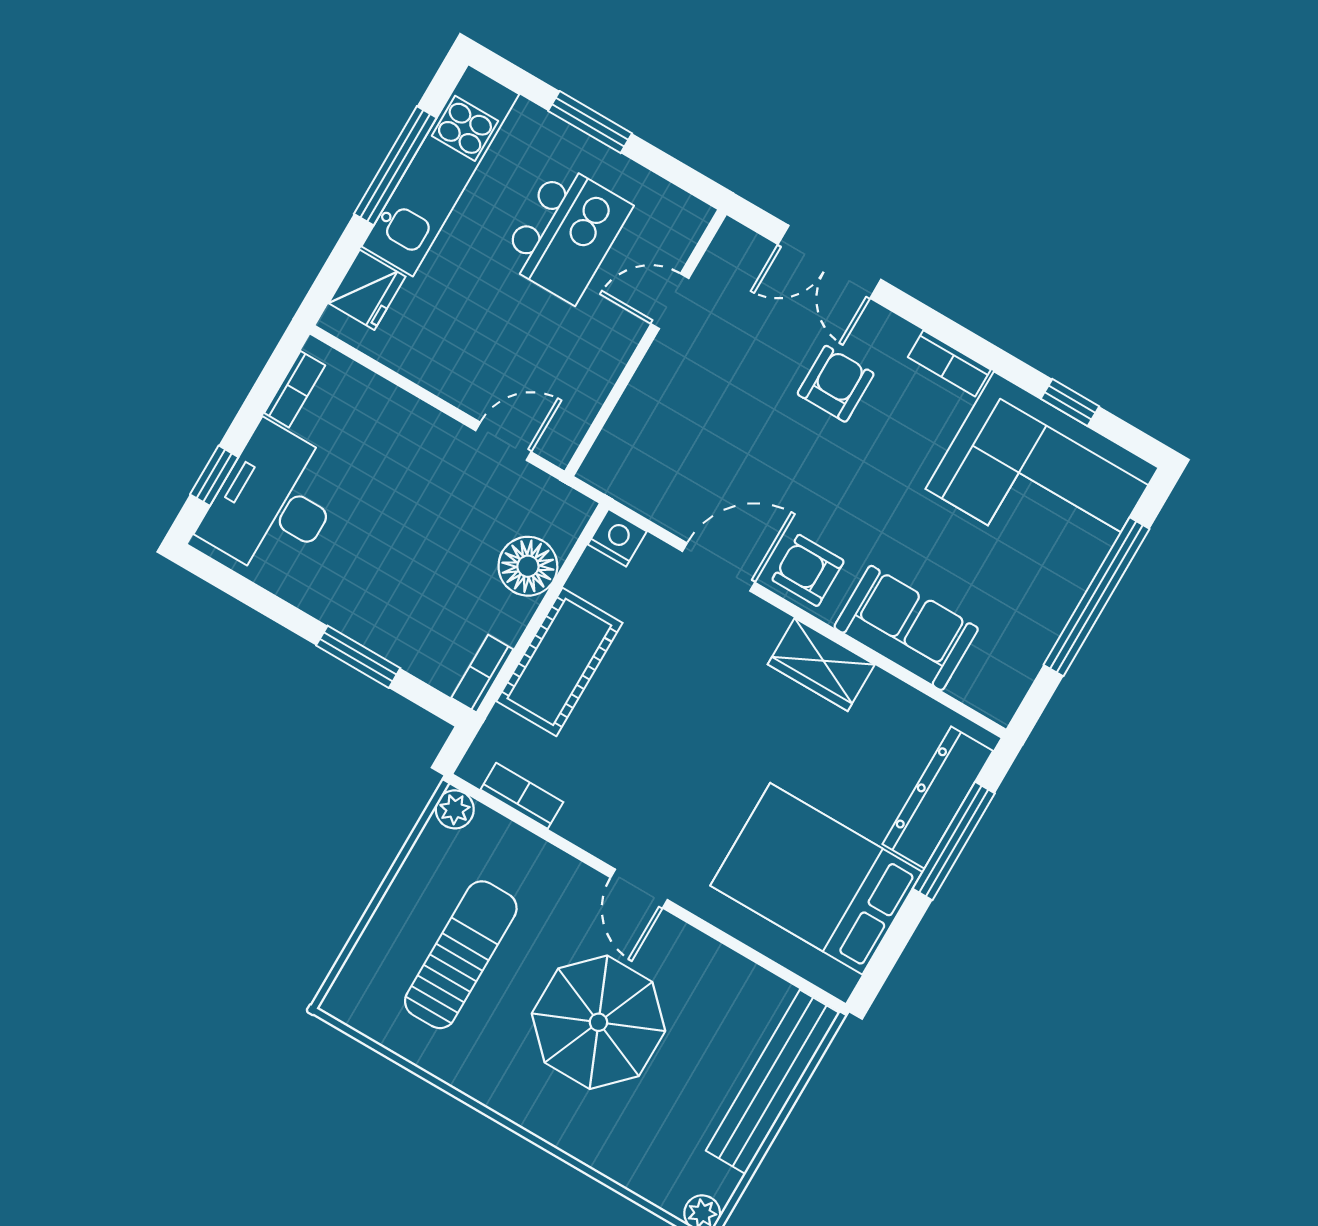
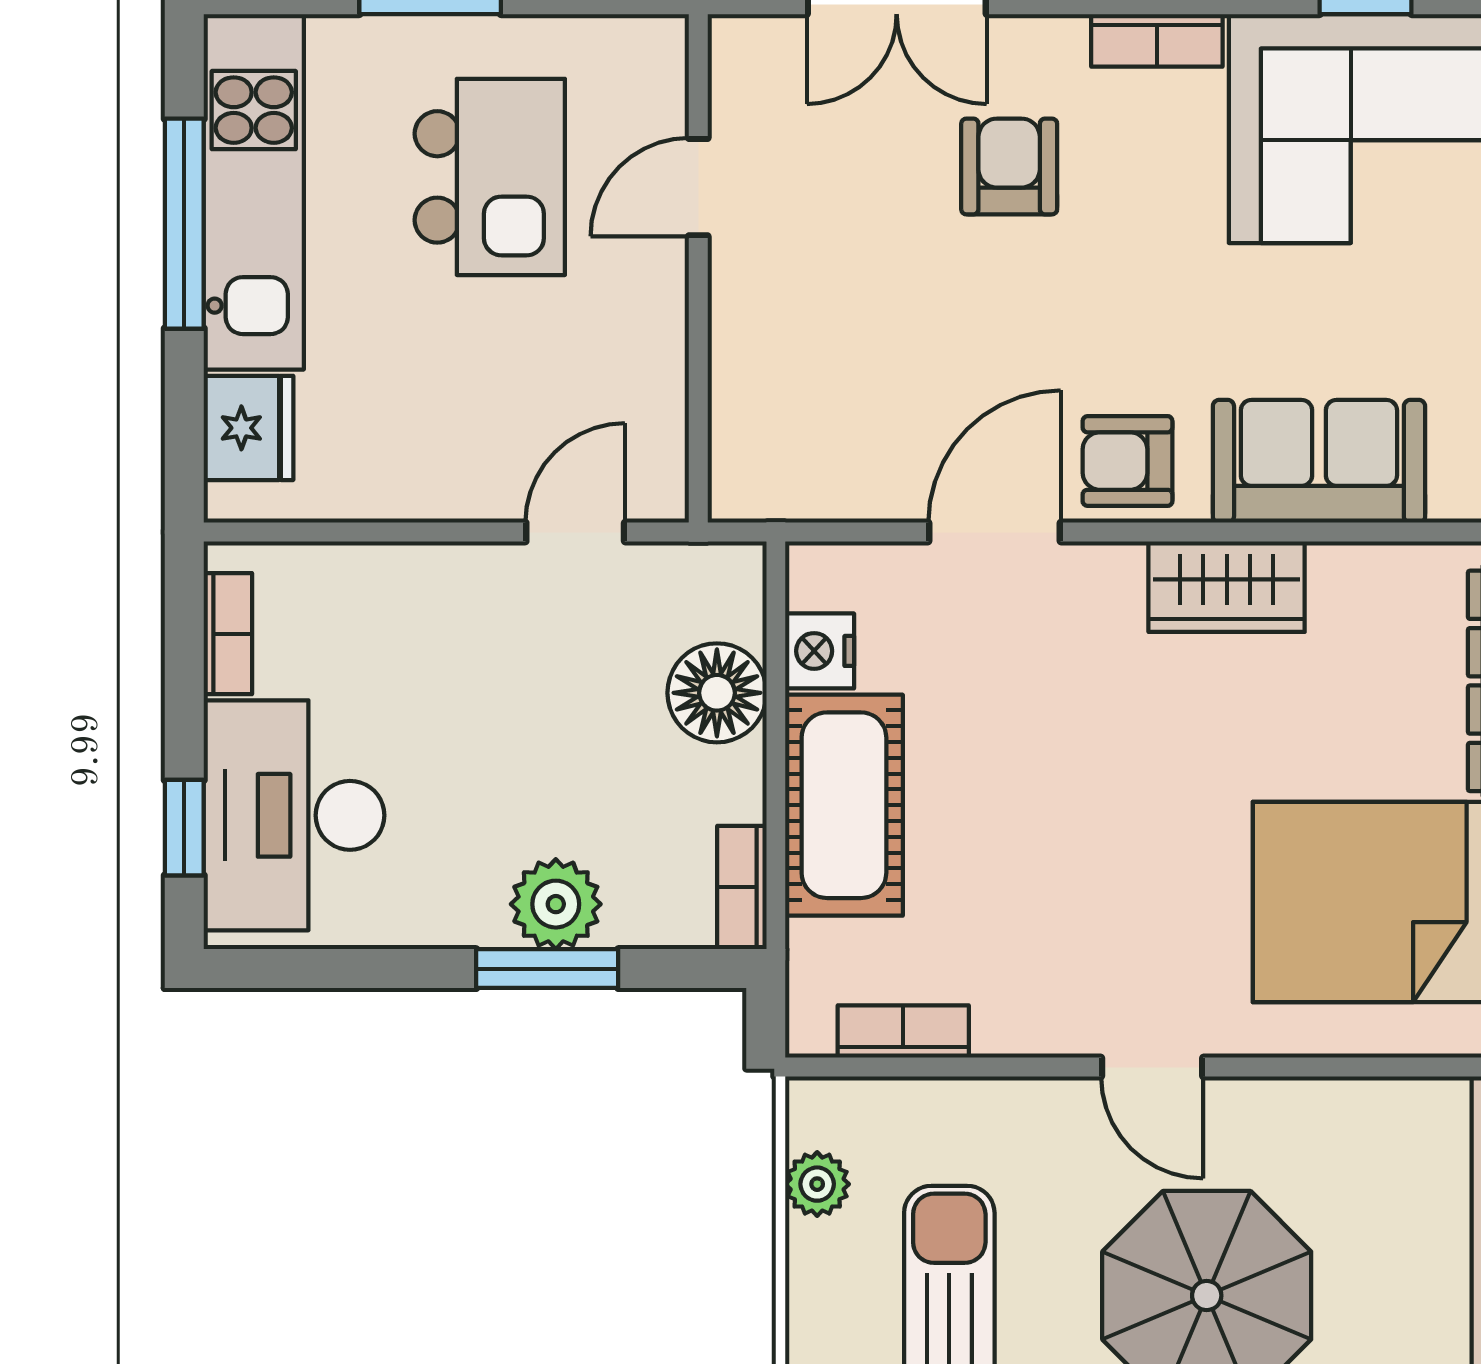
nightstand: (617, 538) -> (820, 651), moved, turned -90
plant: (382, 626) -> (556, 904), added
plant: (455, 809) -> (817, 1184), moved

